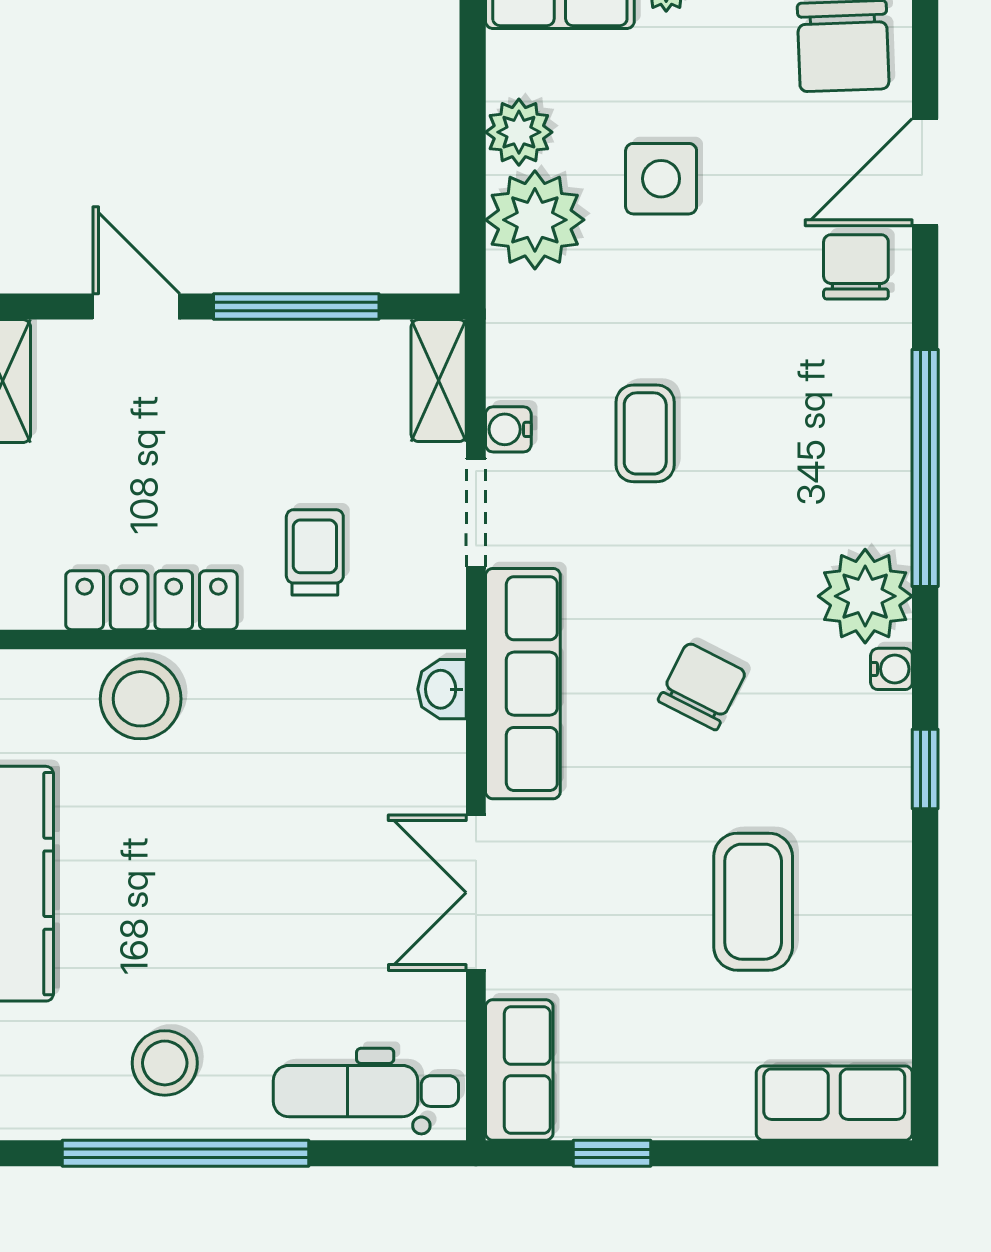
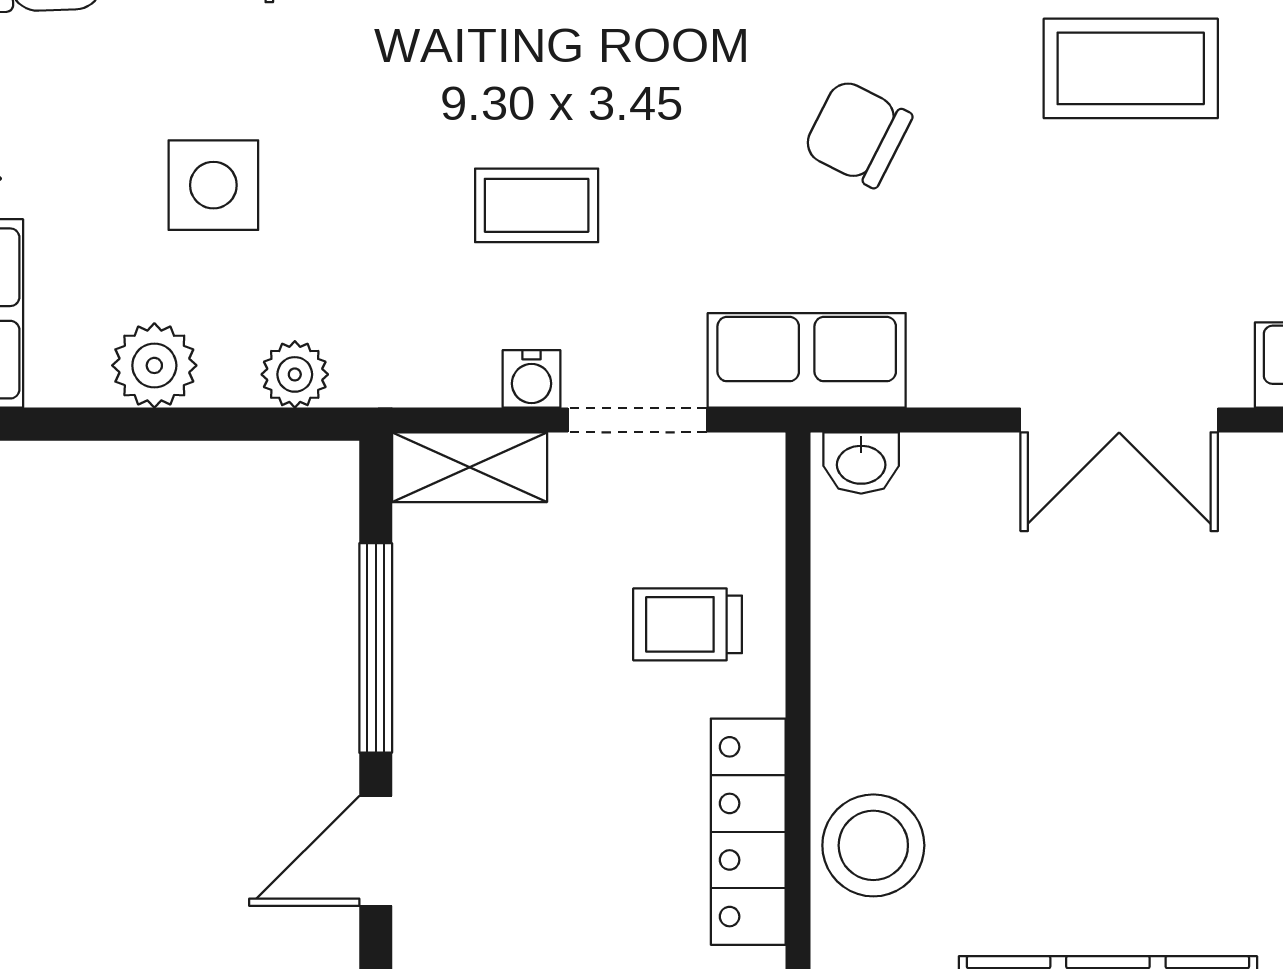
plant: (535, 220) -> (295, 374), width x0.53, depth x0.53
row of seats: (523, 684) -> (807, 360), width x0.68

